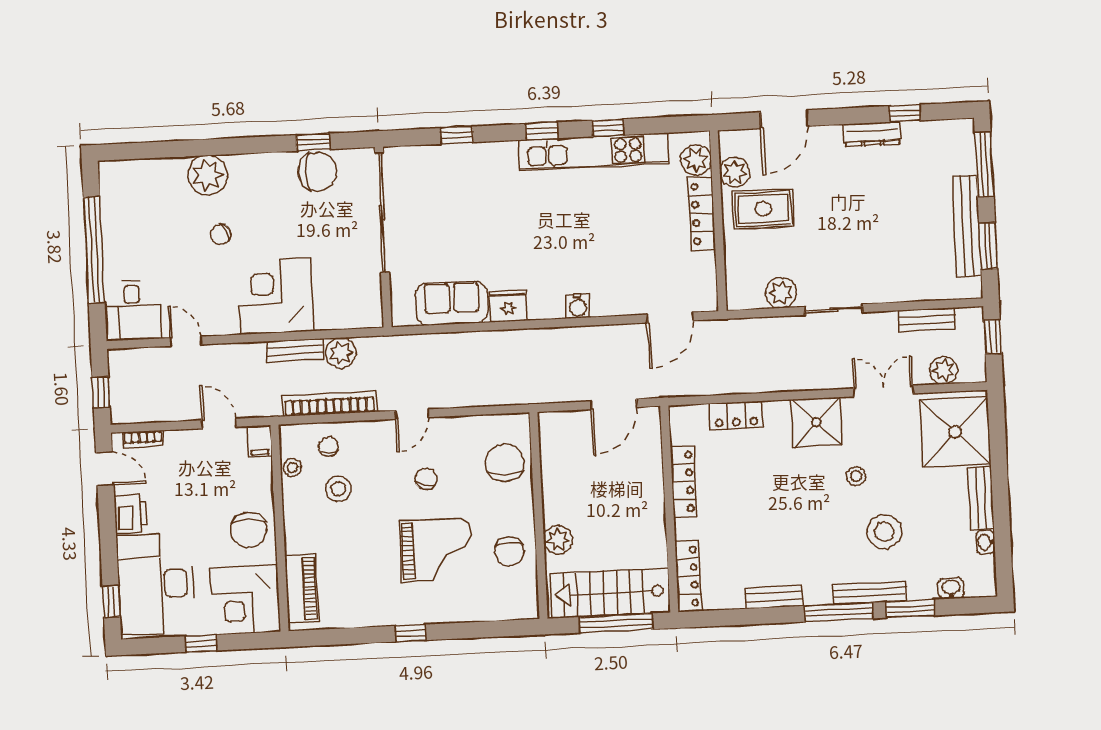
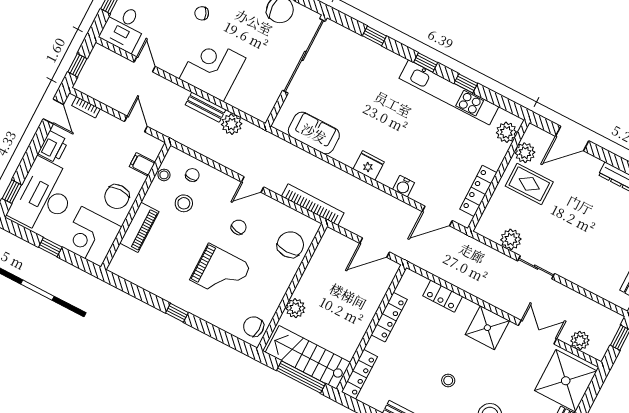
locker: (702, 214) -> (478, 191), moved
fridge: (508, 306) -> (369, 165), moved
water cooler: (578, 306) -> (404, 186), moved
bench: (927, 320) -> (587, 305), removed
bookcase: (329, 404) -> (313, 205), moved
filing cabinet: (259, 441) -> (142, 164), moved, turned 90
stool: (856, 476) -> (448, 380), moved
chair: (509, 552) -> (254, 327), moved, turned 92
piano: (302, 589) -> (139, 227), moved

